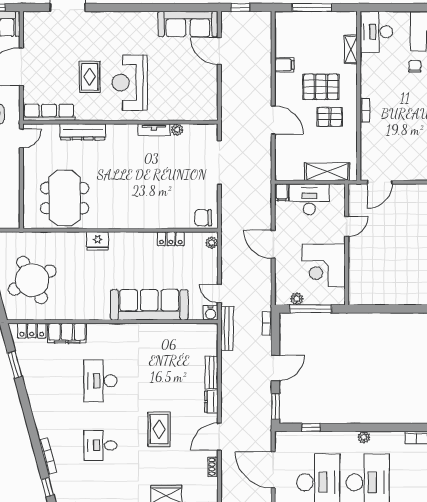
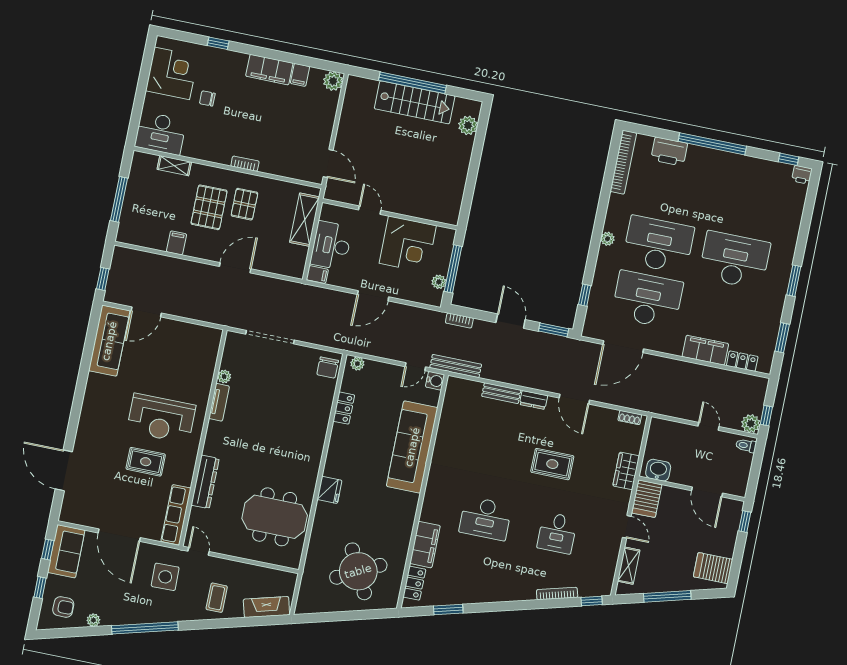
shoe rack: (213, 467) -> (630, 418), moved

